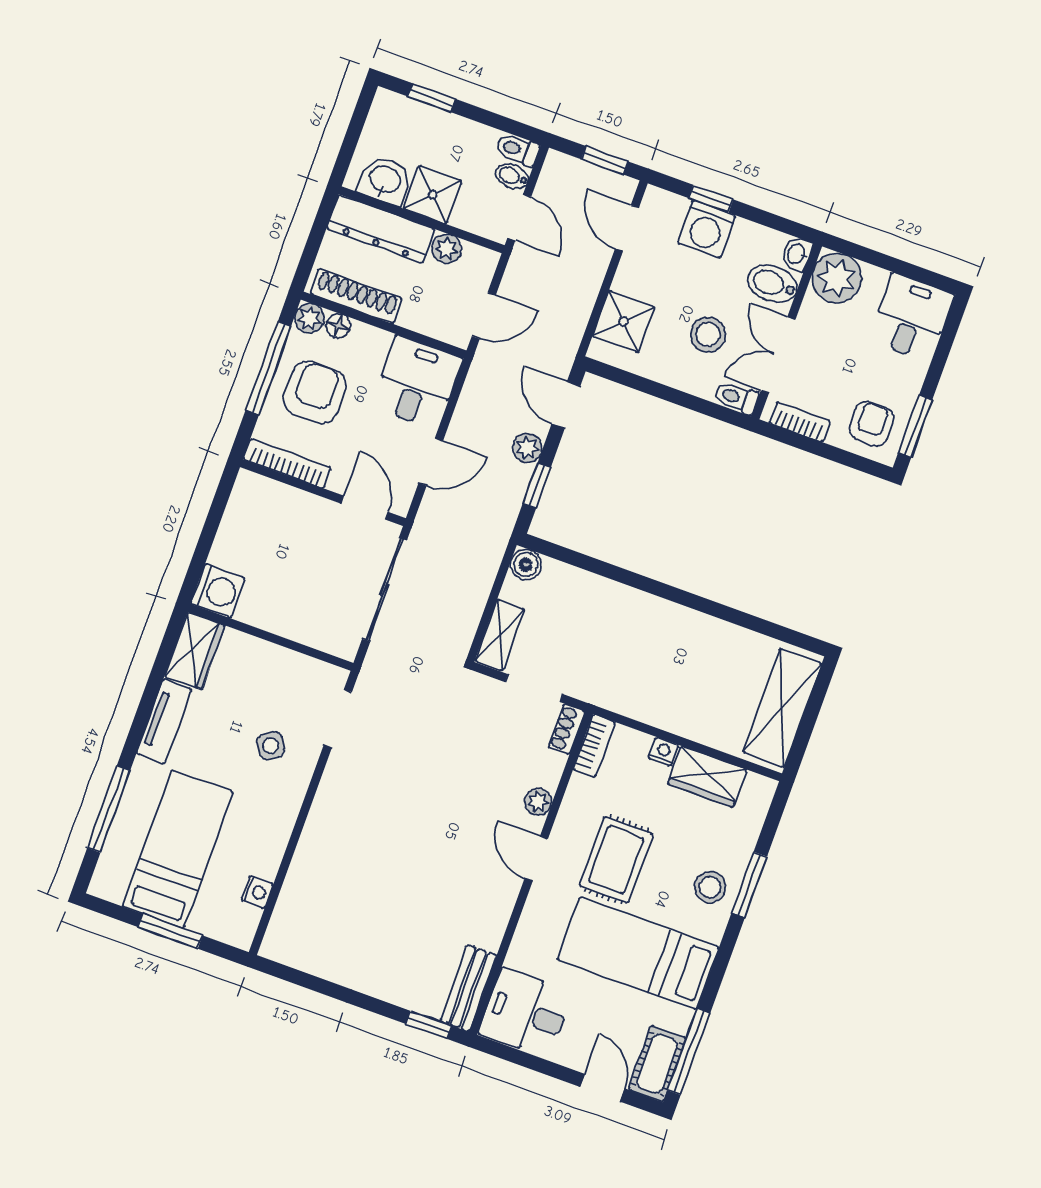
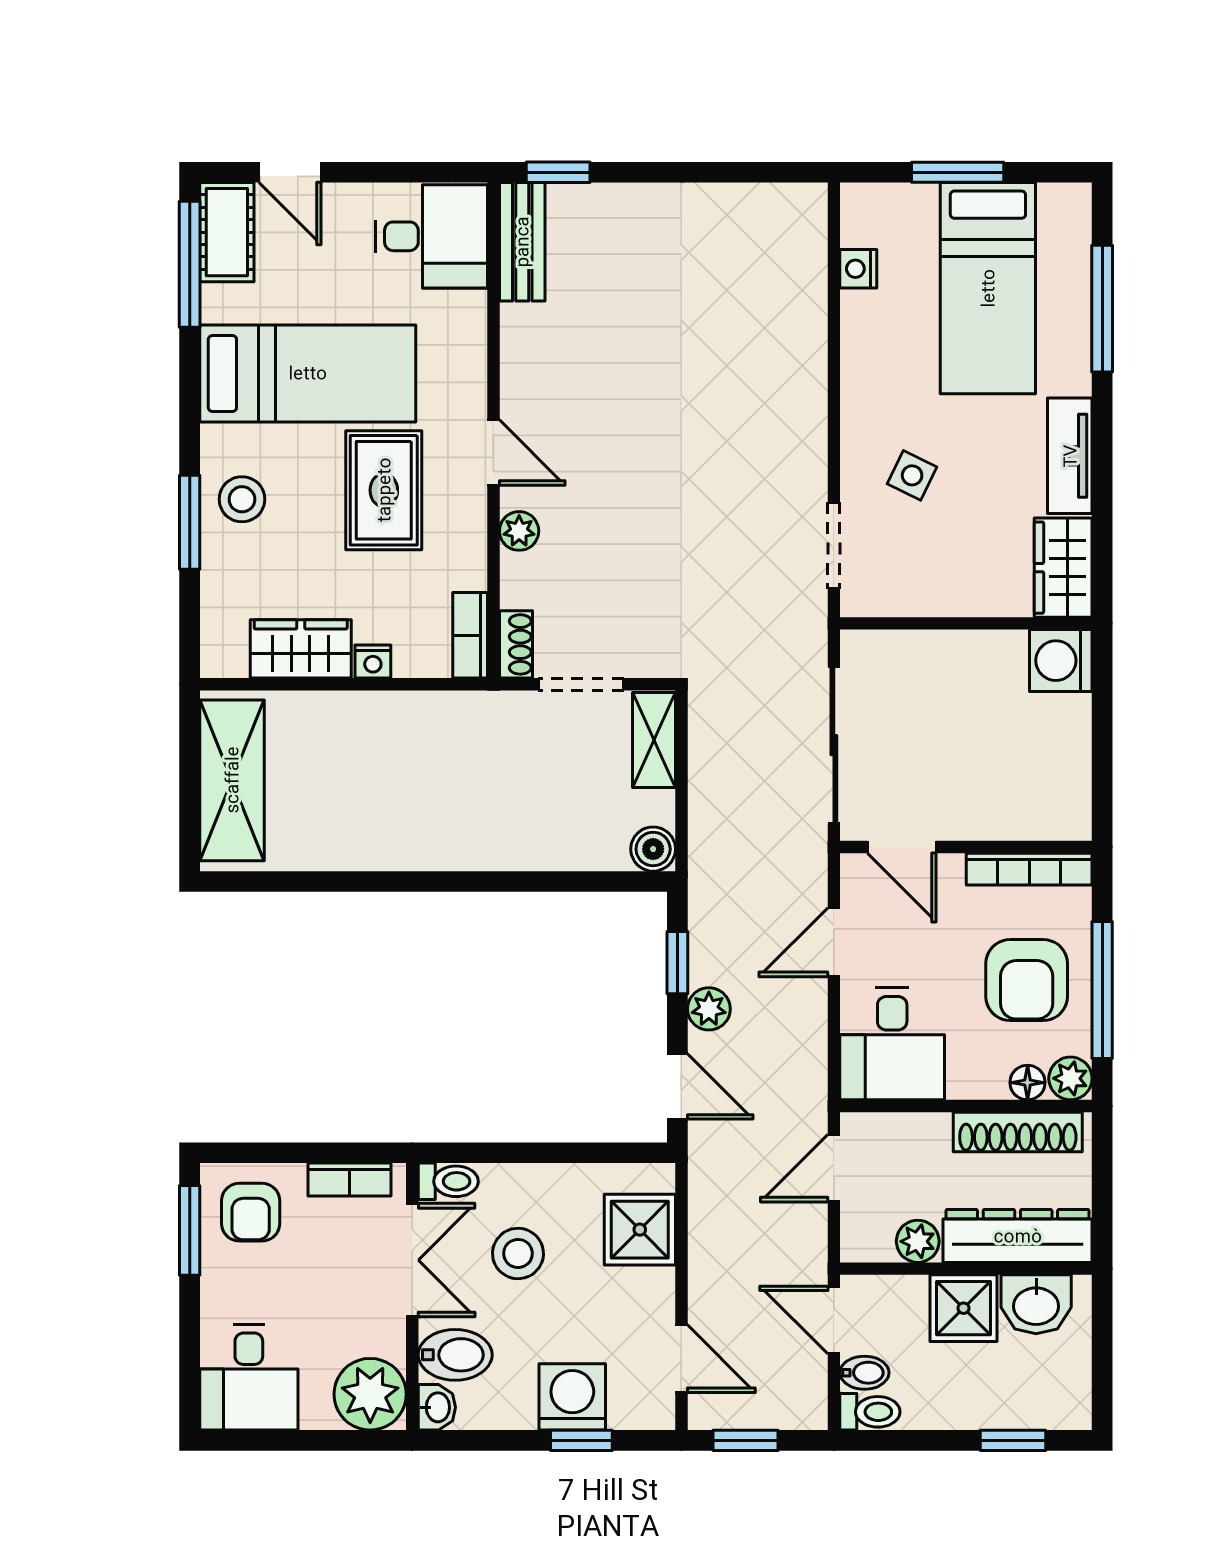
side table: (271, 746) -> (912, 475), turned -33

